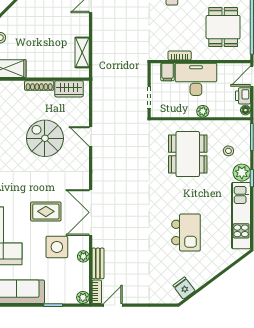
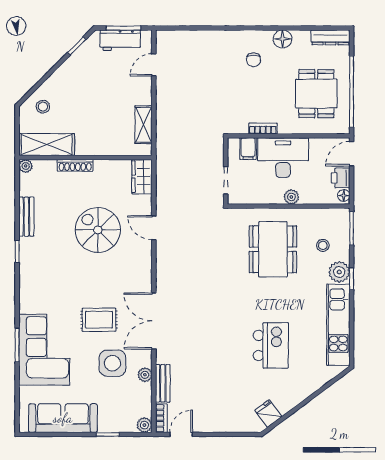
shoe rack: (39, 86) -> (75, 165), moved
wardrobe: (69, 89) -> (142, 177), moved, turned 90

